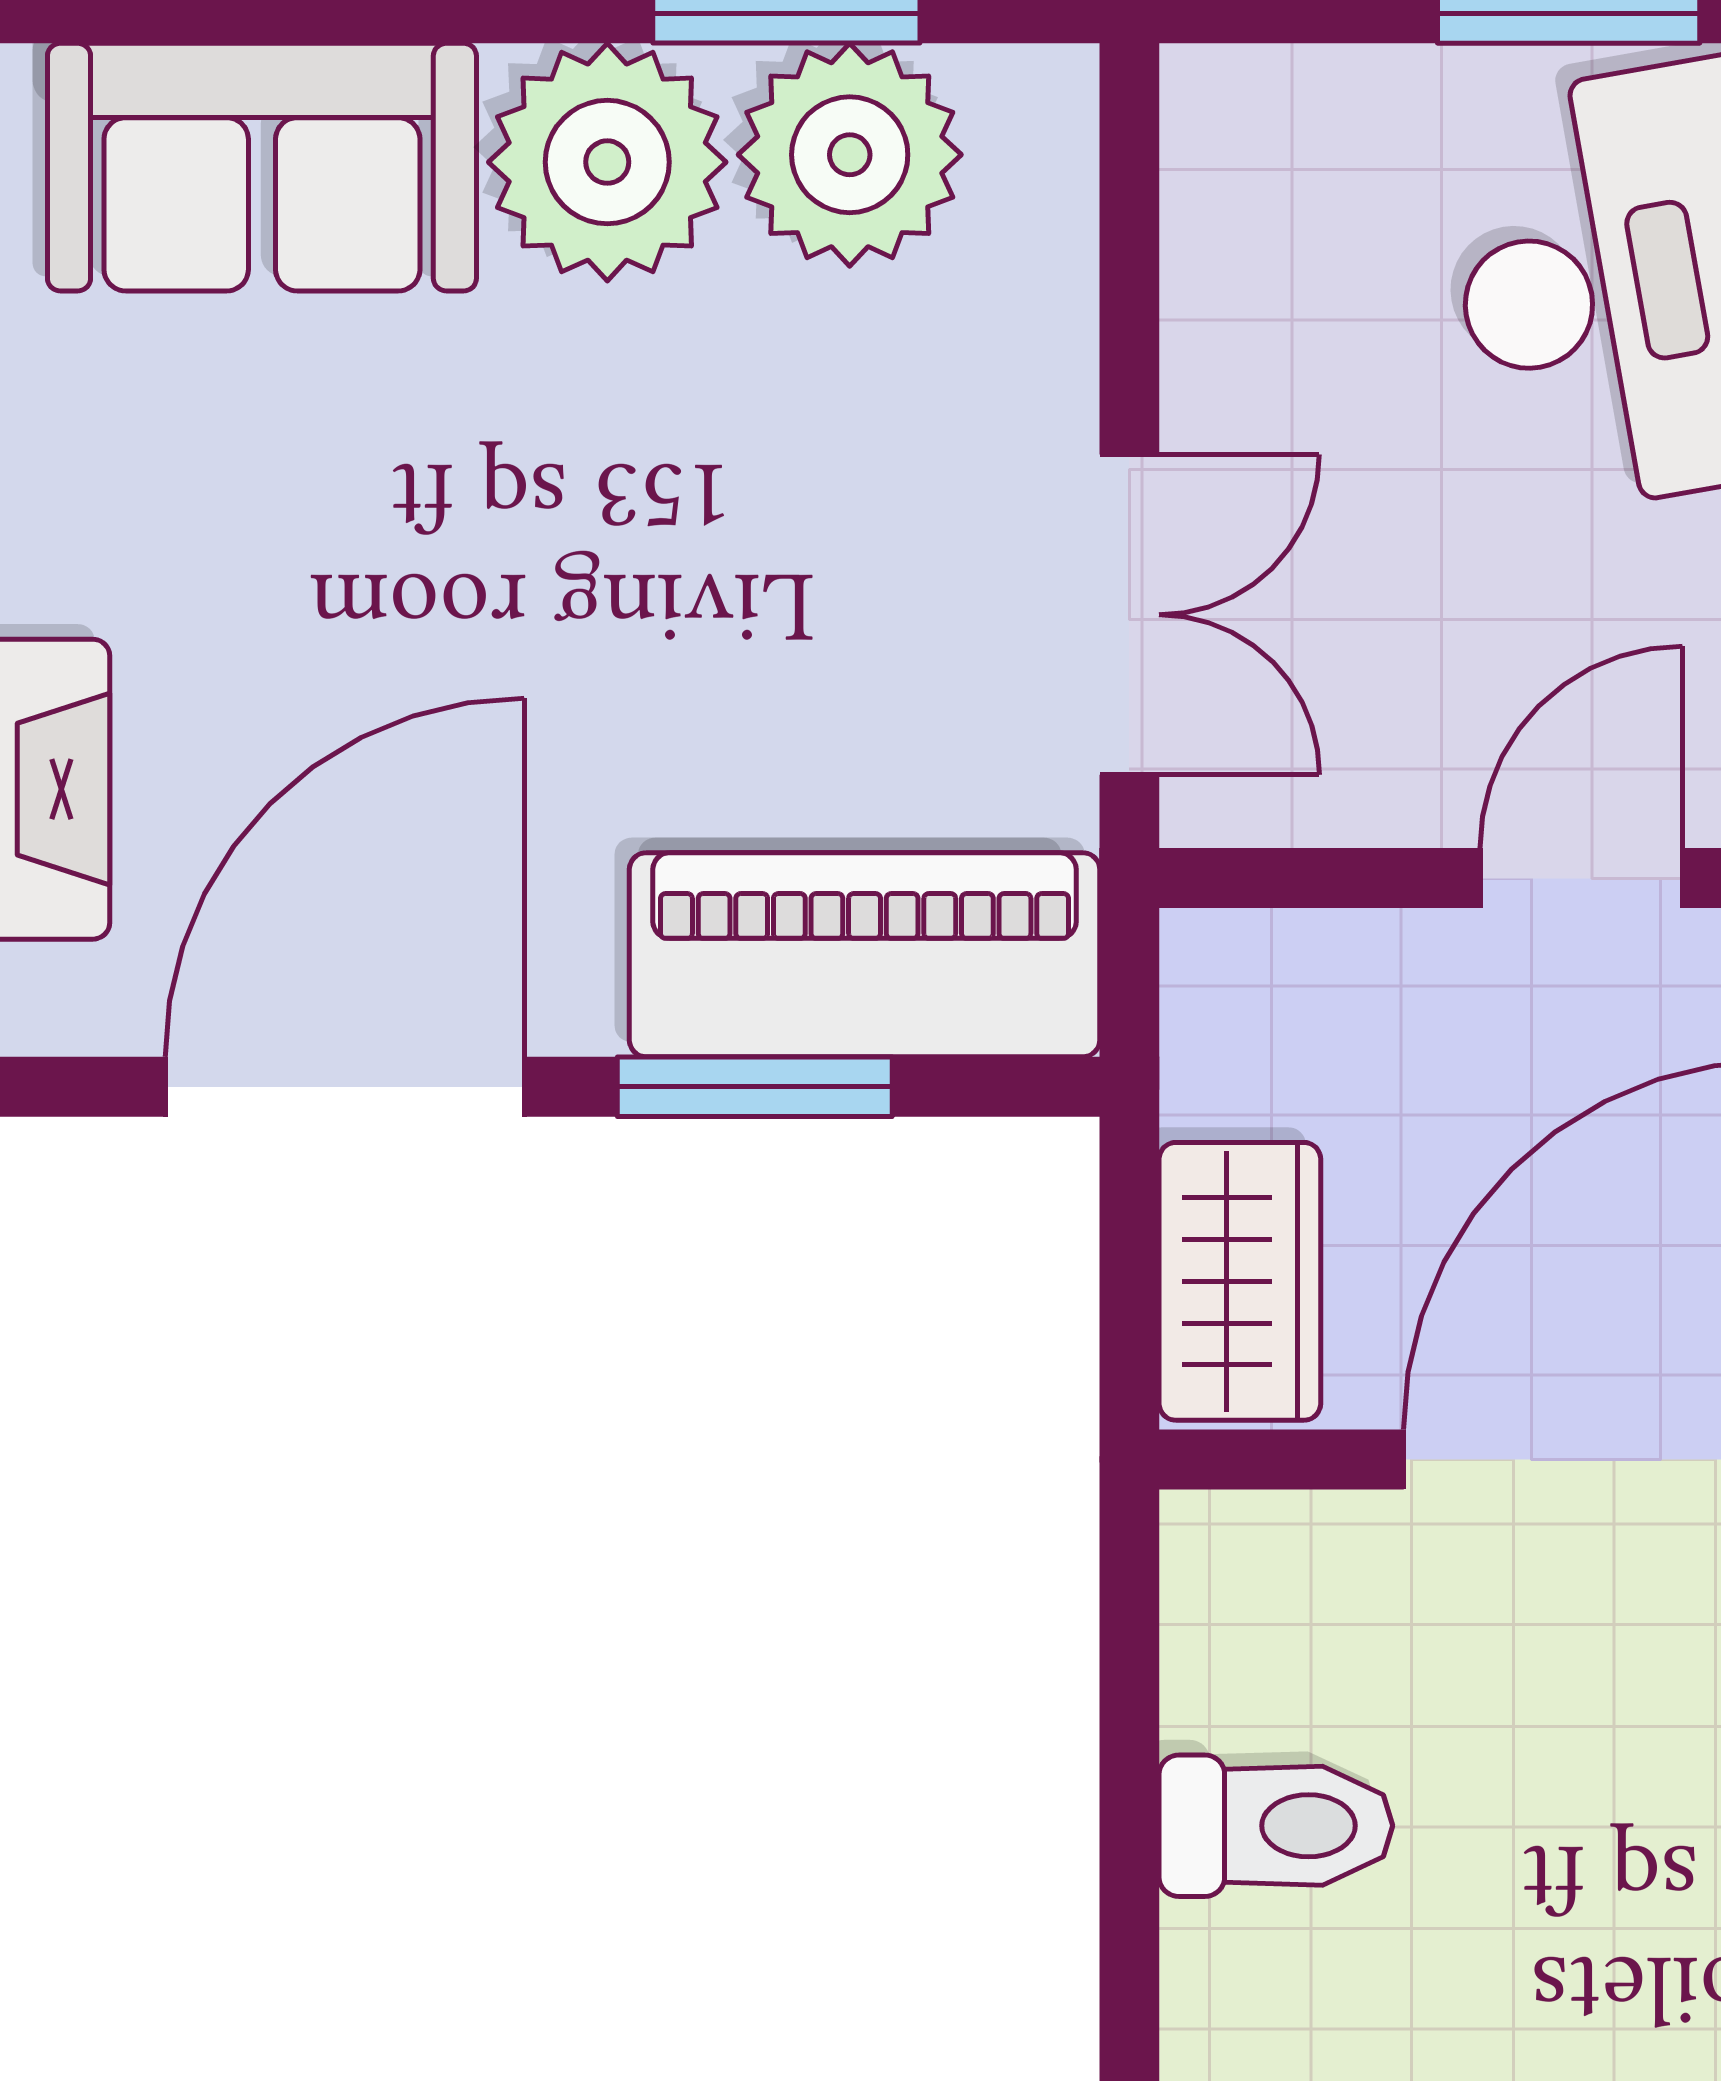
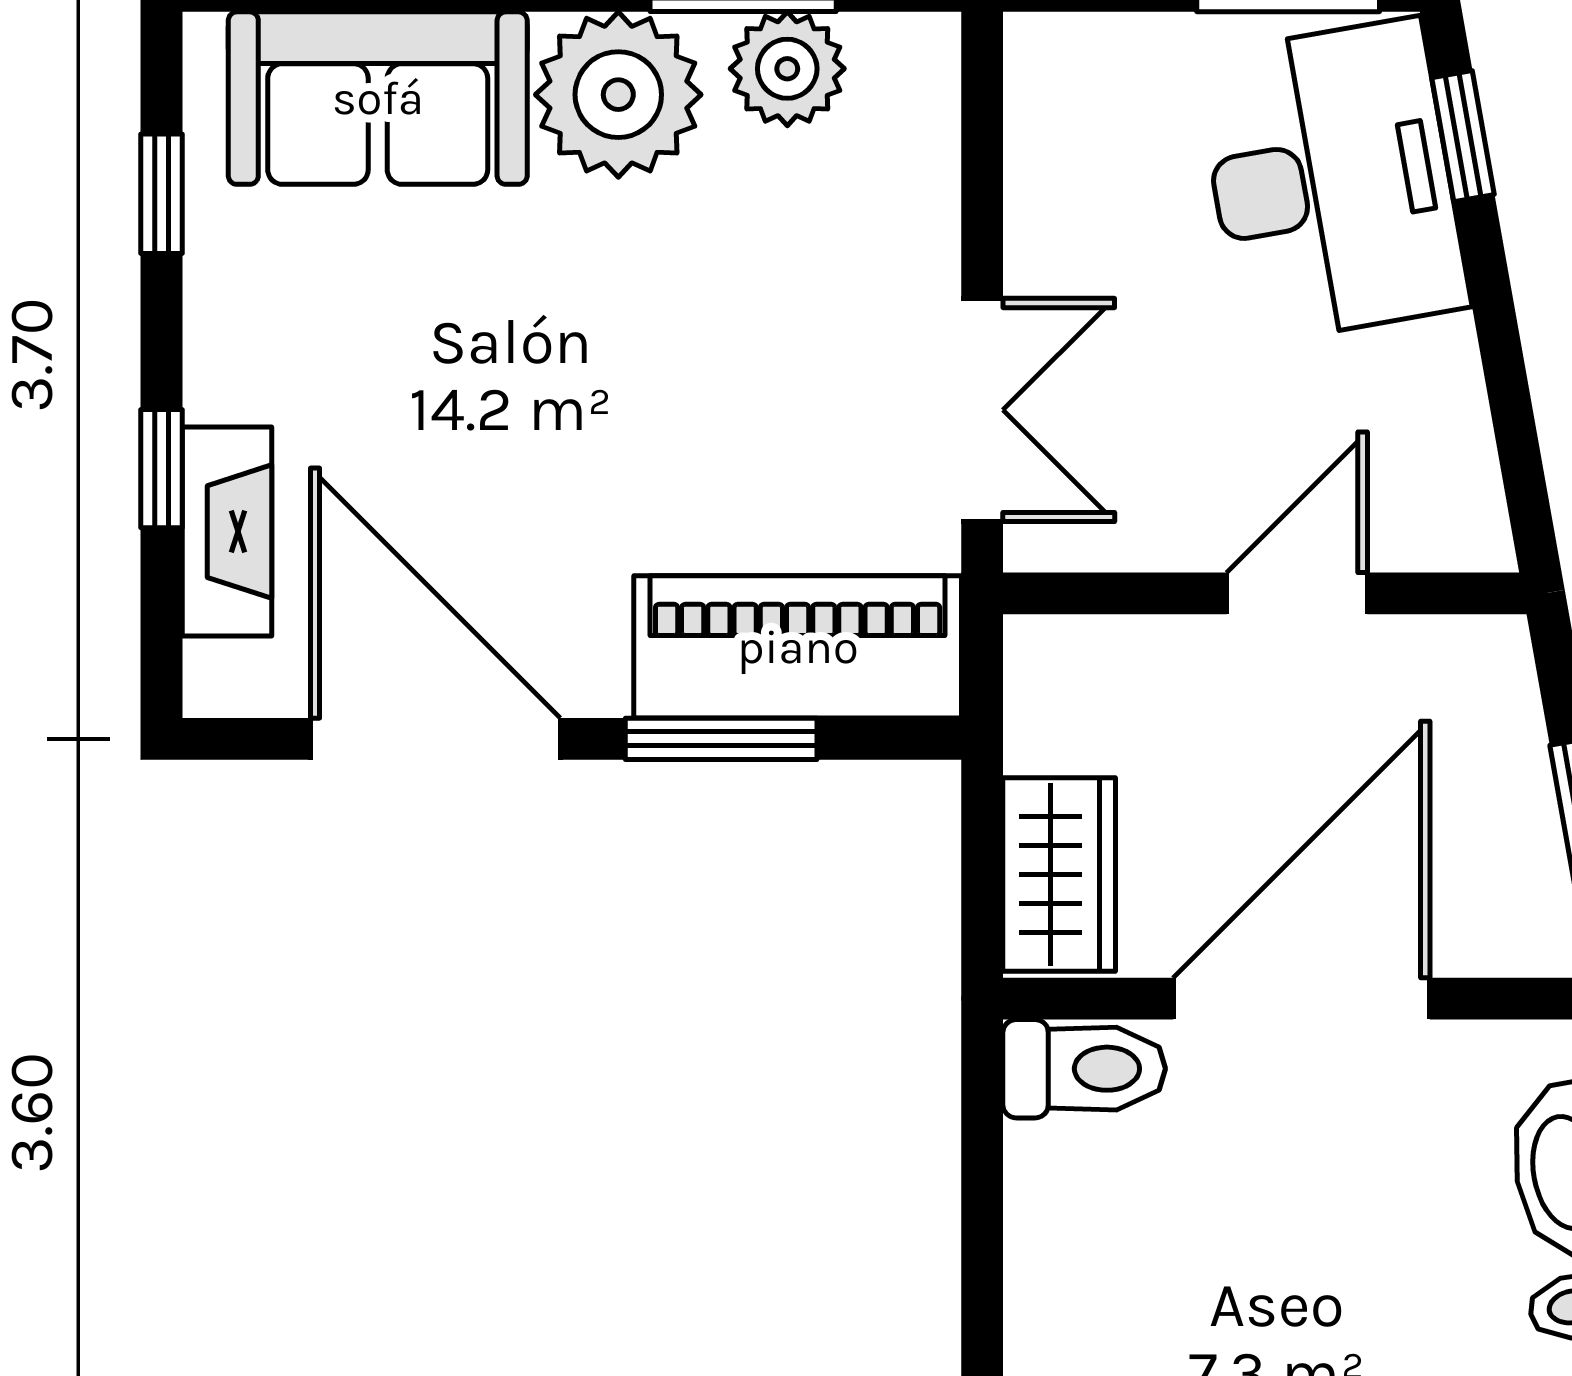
plant: (850, 155) -> (787, 69), width x0.73, depth x0.73
door: (345, 1087) -> (435, 739), hinge flipped
toilet: (1276, 1826) -> (1084, 1069), moved

